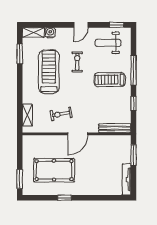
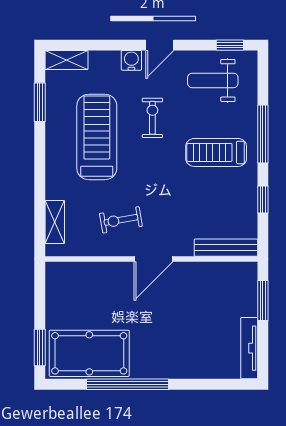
water cooler: (50, 33) -> (131, 60), moved
pool table: (54, 170) -> (89, 353), moved
window: (64, 198) -> (127, 384), width x3.17

